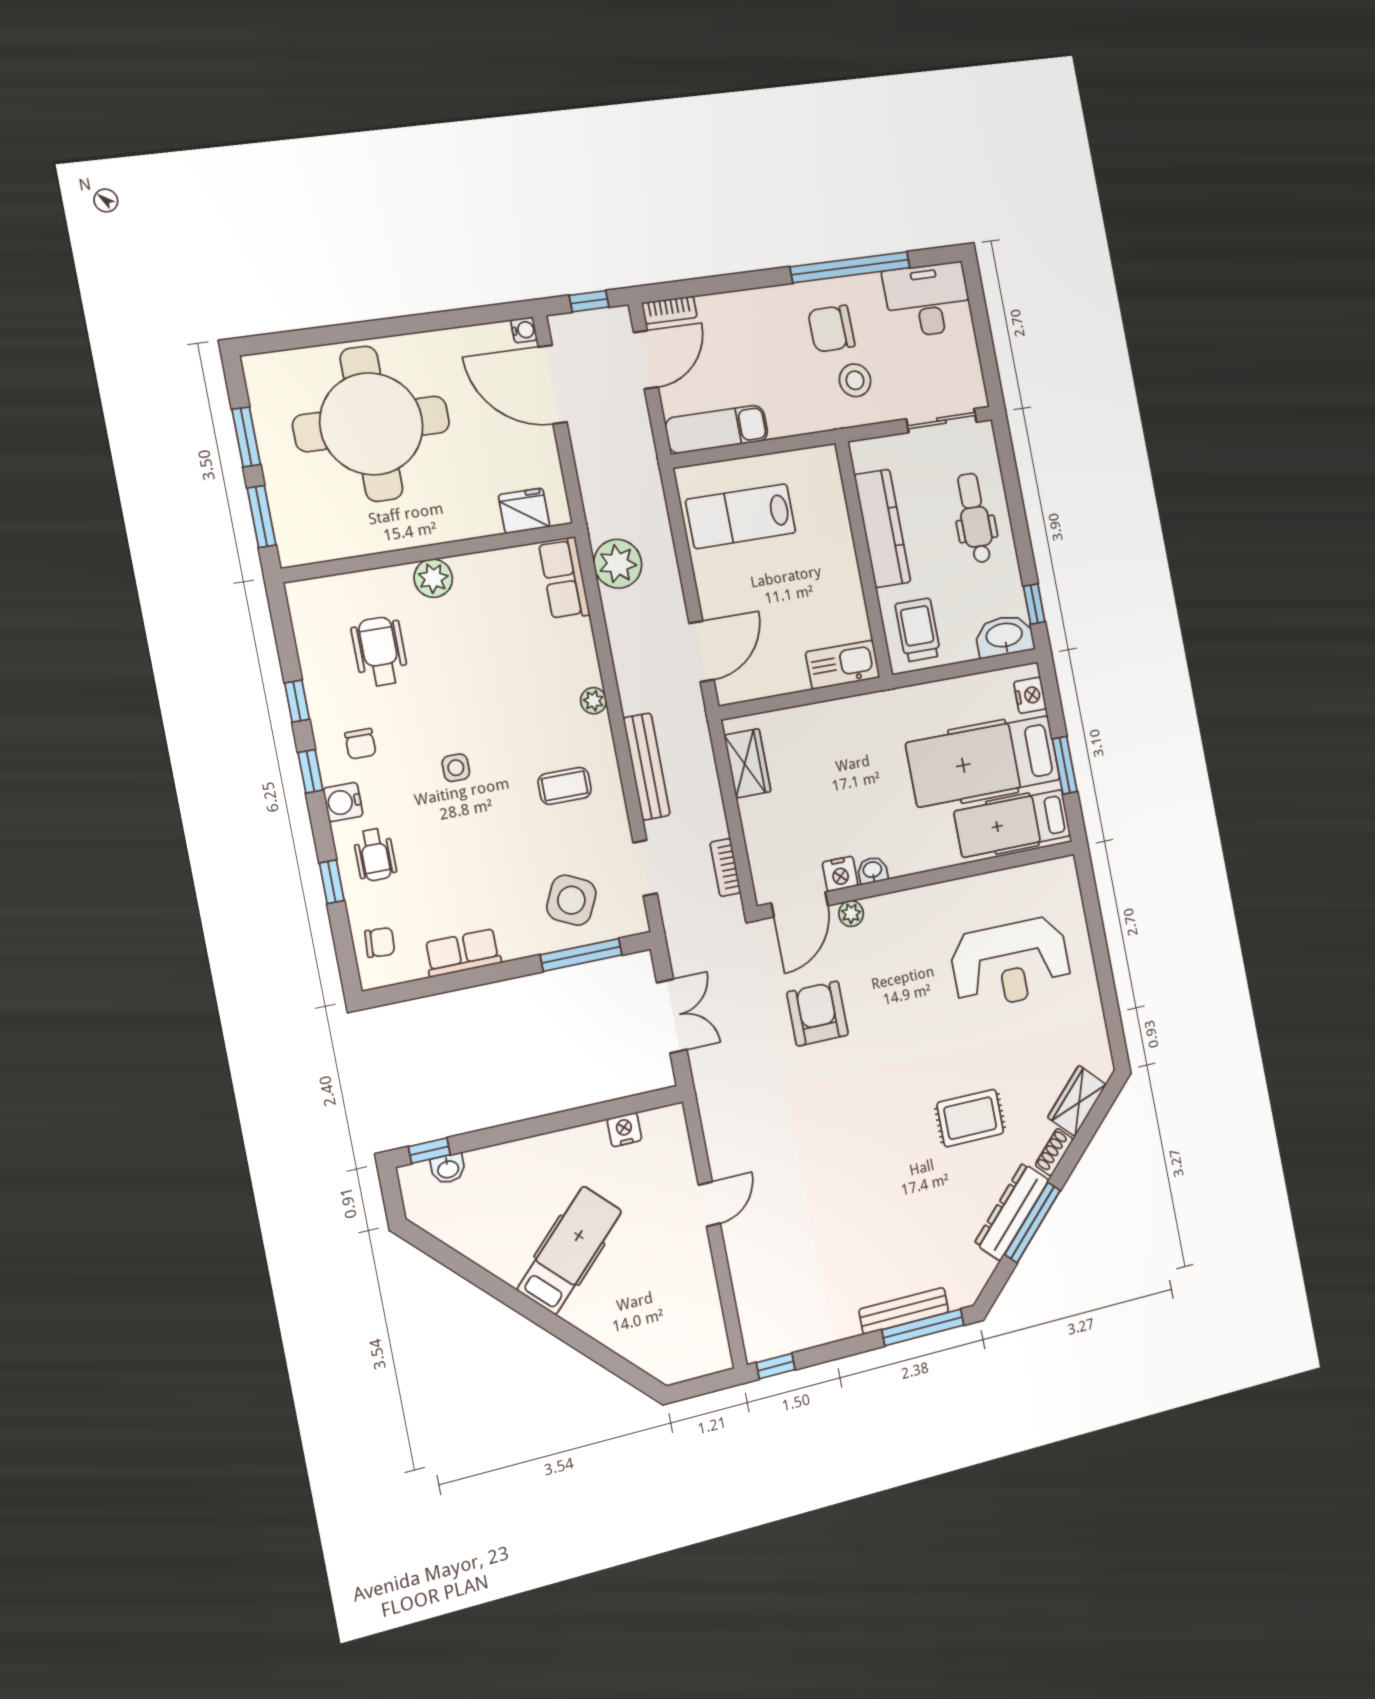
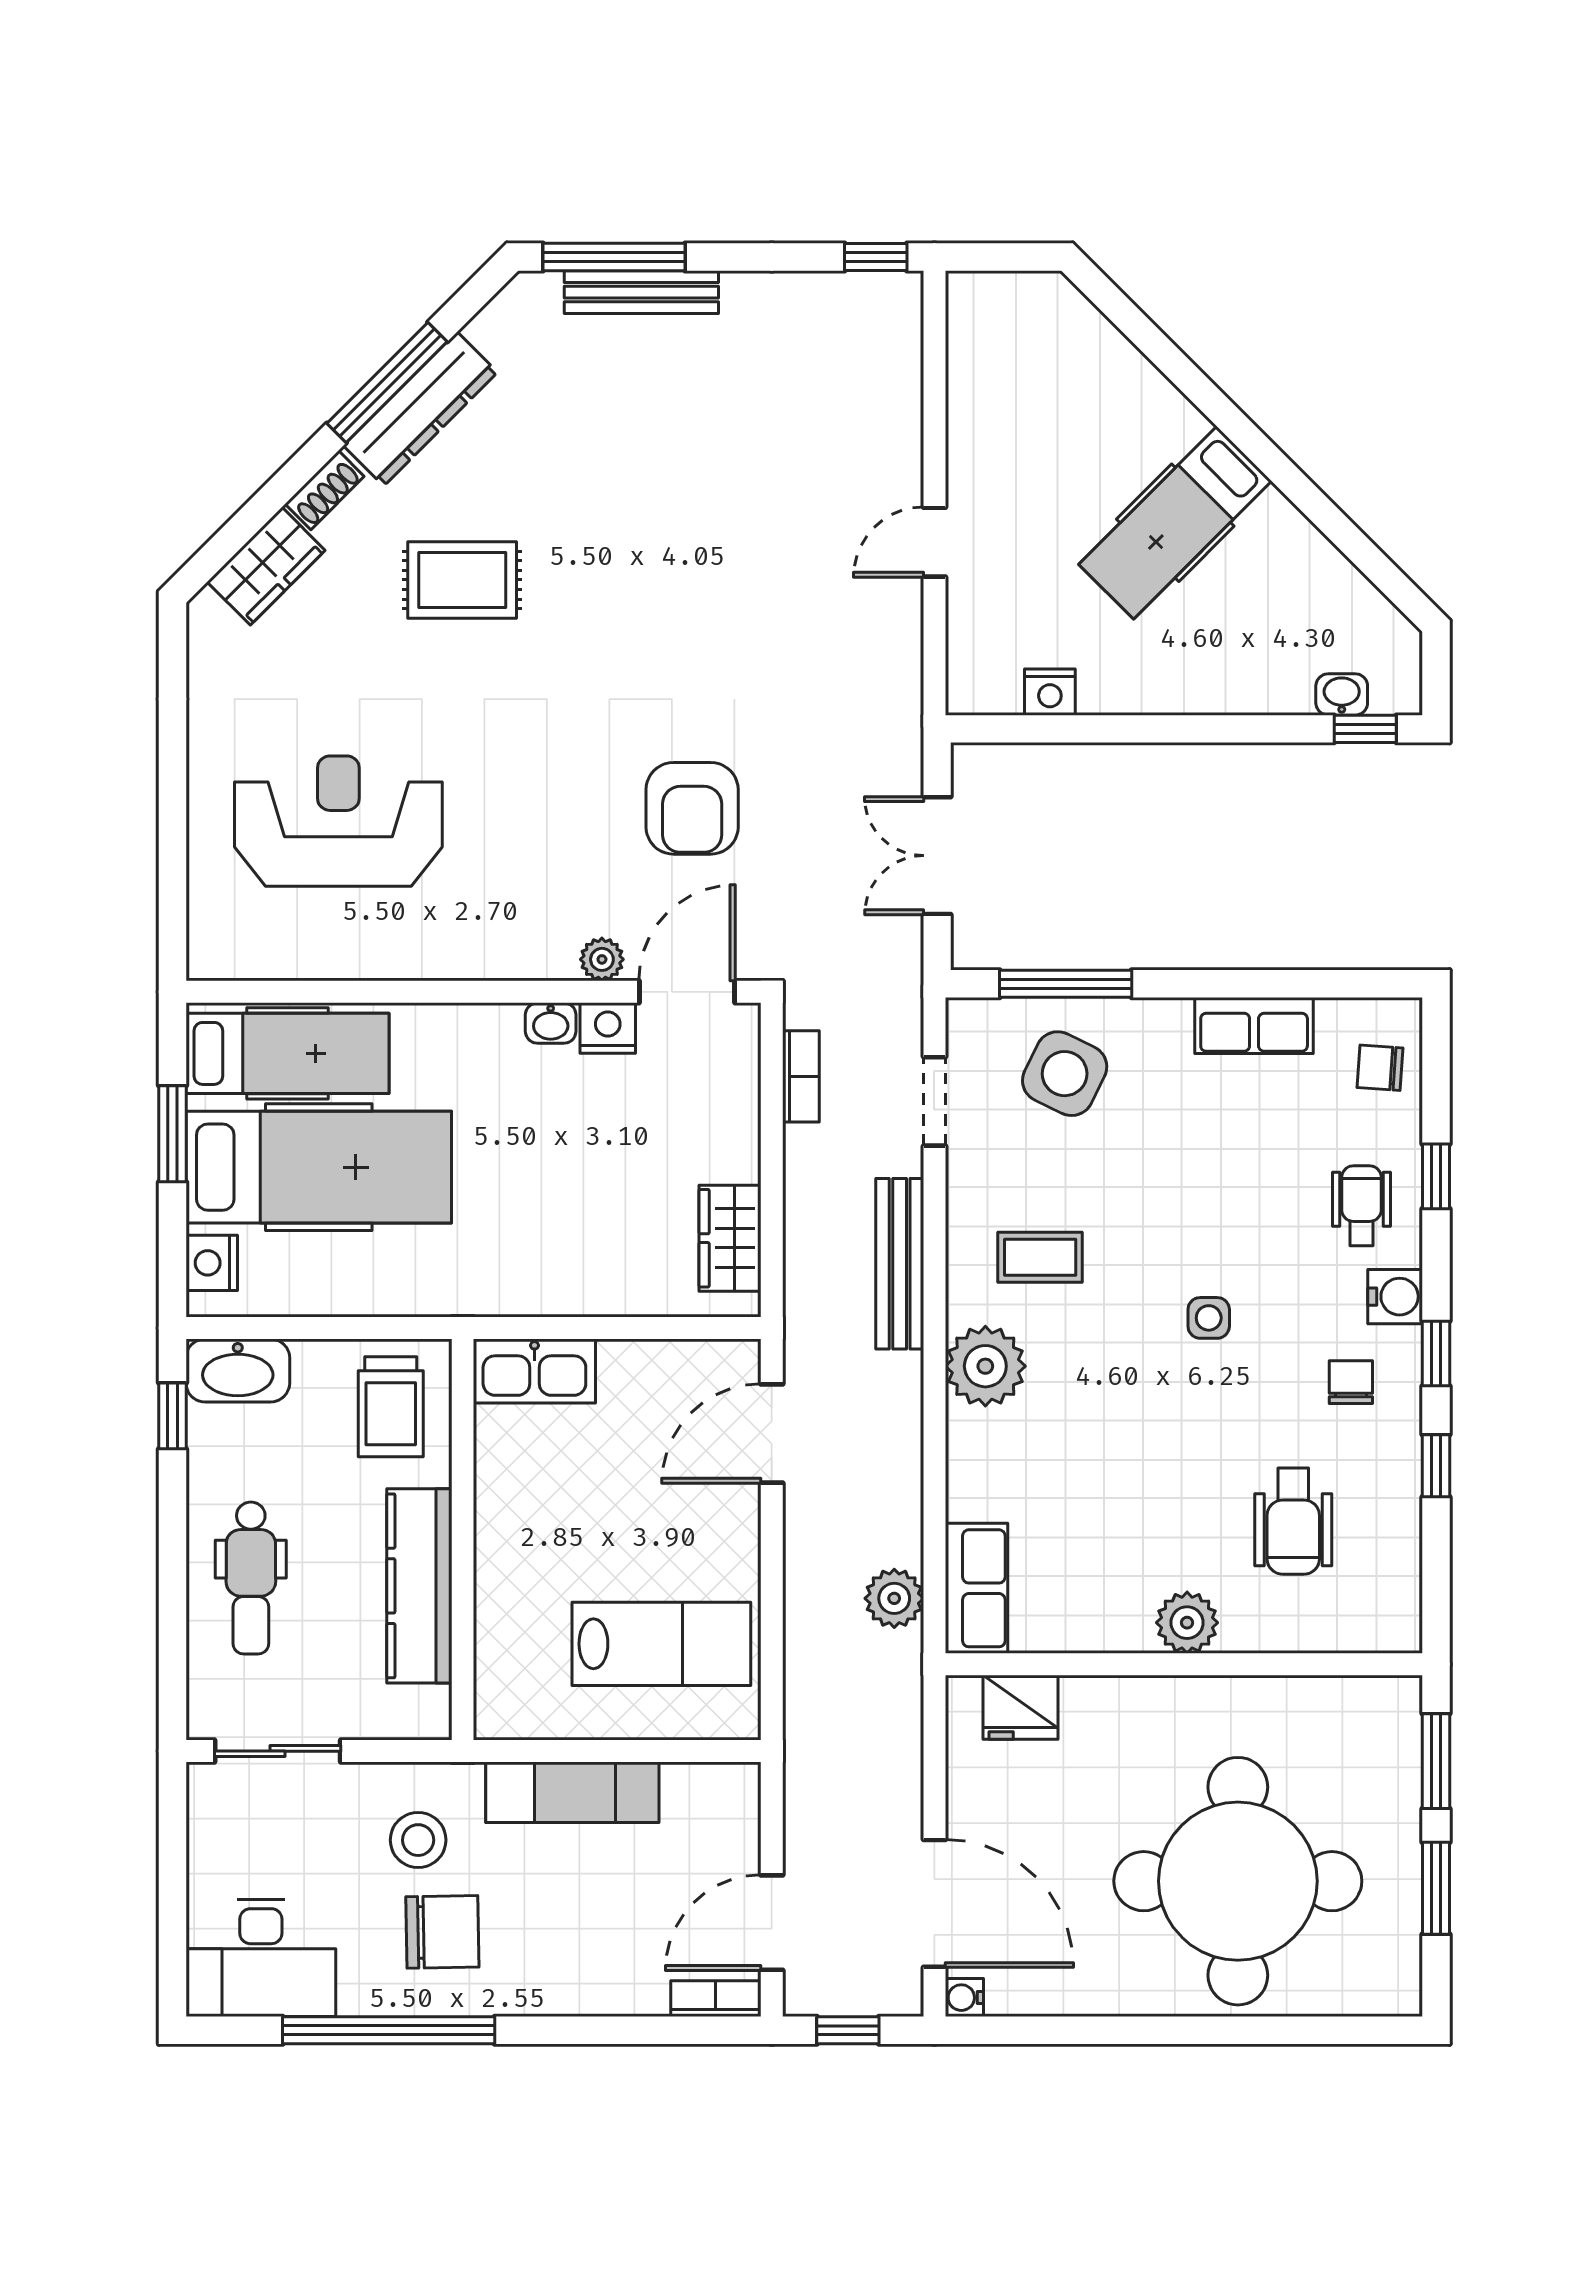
exam couch: (717, 429) -> (572, 1792), moved
plant: (618, 564) -> (894, 1598), width x0.73, depth x0.73
plant: (593, 701) -> (985, 1366), width x1.88, depth x1.88

